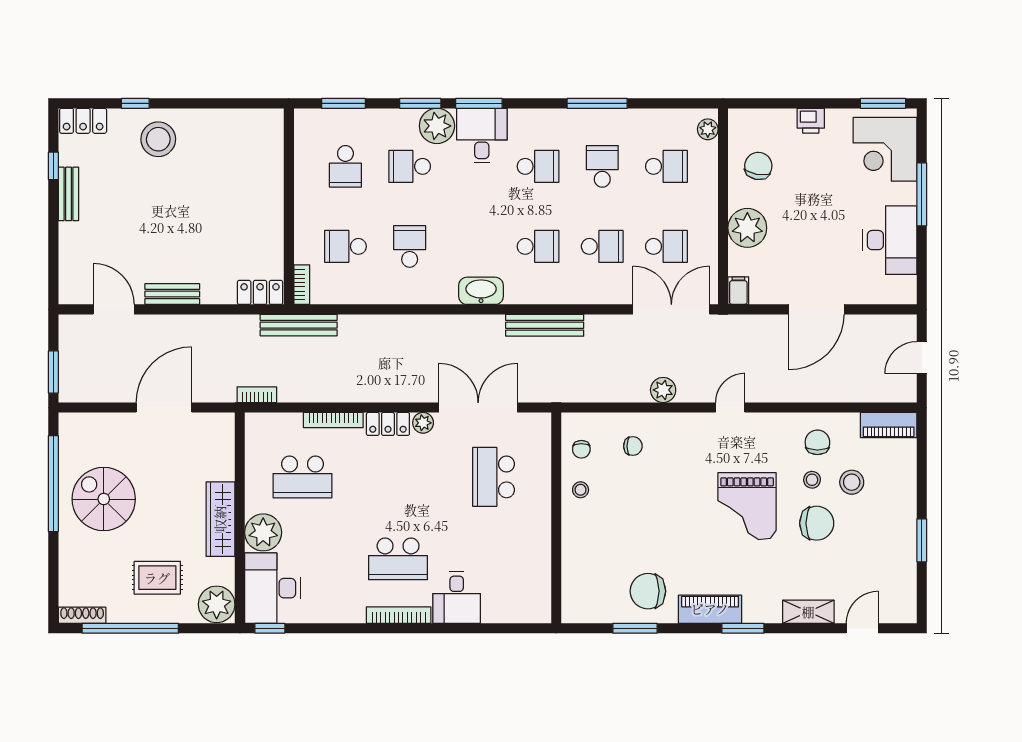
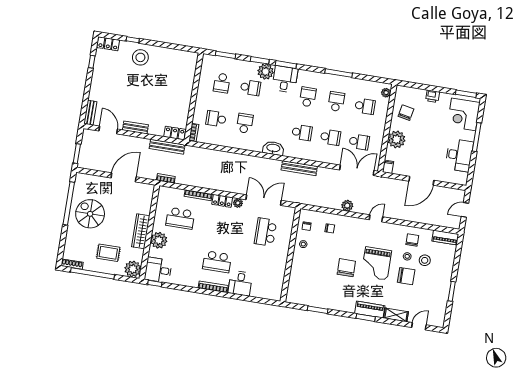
school desk: (410, 166) -> (250, 88), turned 180
school desk: (538, 166) -> (308, 97), turned -90
bench: (68, 194) -> (90, 113), moved
bench: (299, 325) -> (167, 147), moved
desk: (272, 588) -> (158, 270), width x0.73
chair: (648, 591) -> (346, 268), moved, turned 90
piano: (710, 609) -> (370, 310), moved

